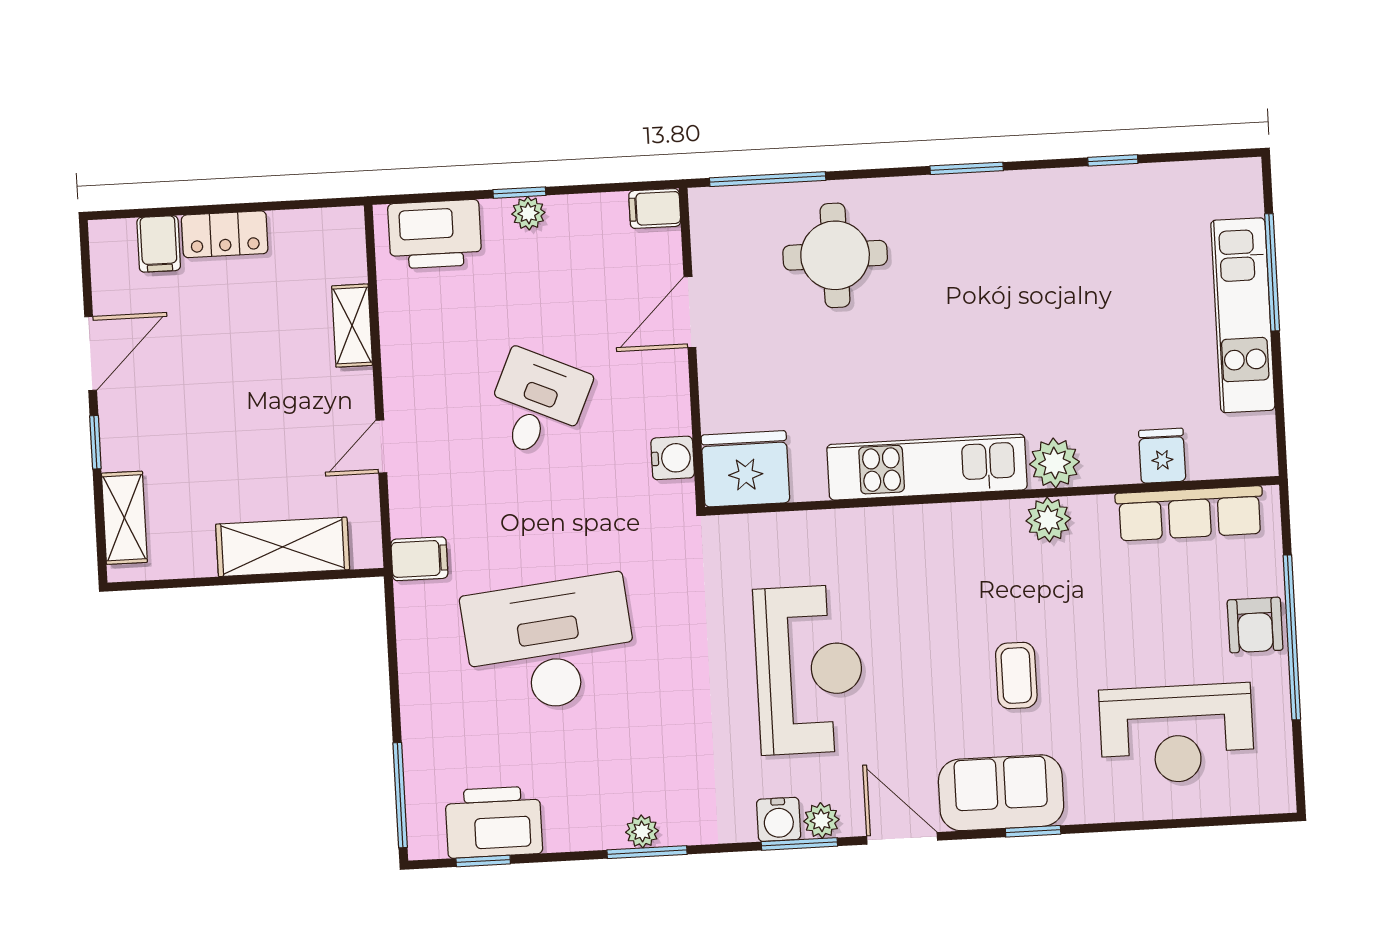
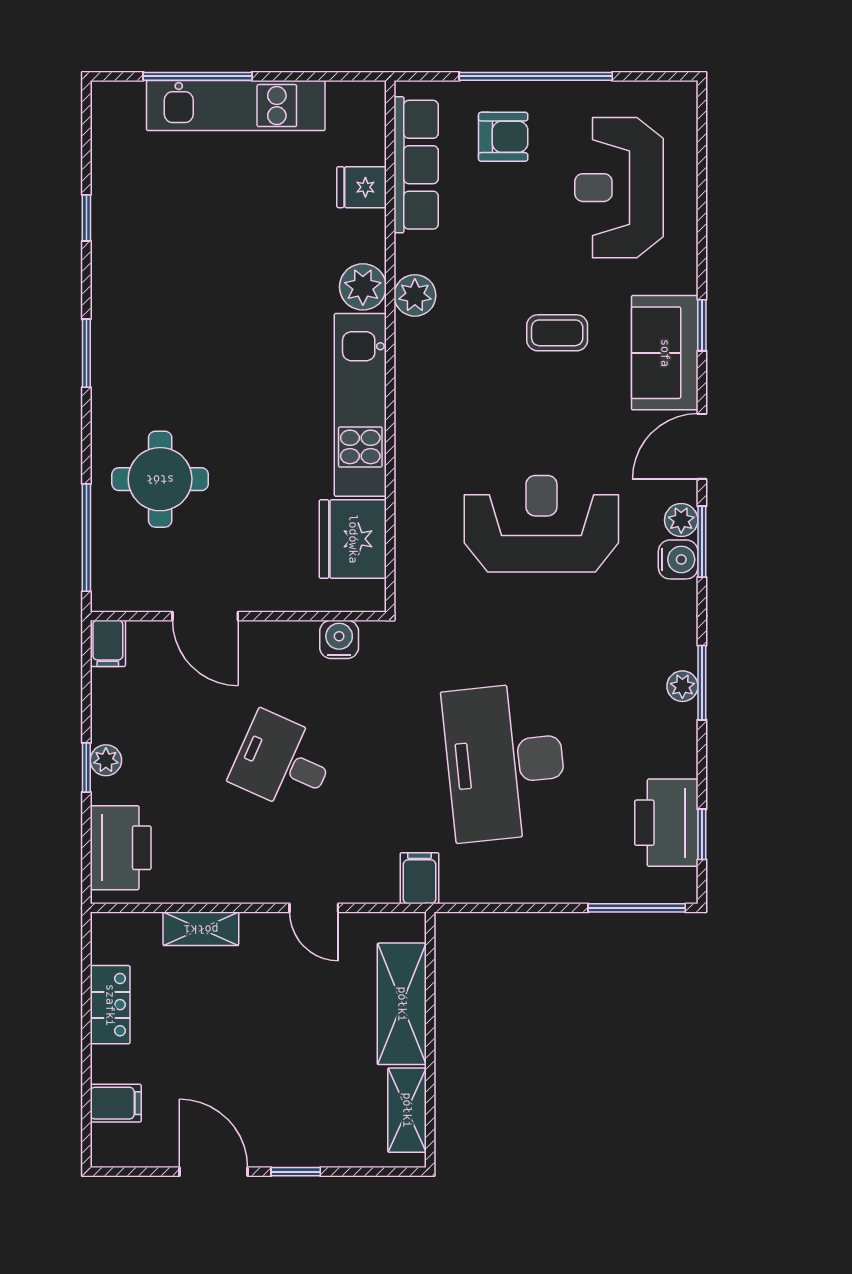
locker: (225, 234) -> (110, 1005), moved
fridge: (745, 469) -> (353, 539), moved
shelving: (124, 518) -> (407, 1110), moved, turned 90
armchair: (1255, 625) -> (503, 137), moved
reception desk: (1177, 734) -> (619, 188), turned 180

